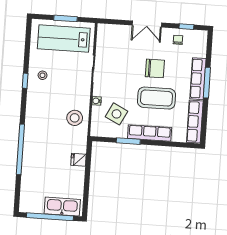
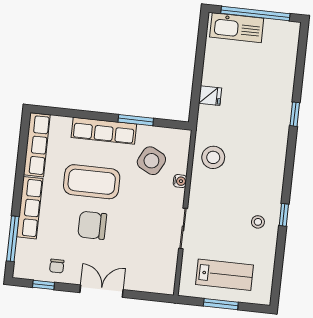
lab bench: (64, 39) -> (225, 275), width x0.73, depth x0.72
window: (207, 83) -> (13, 239), moved
window: (20, 149) -> (295, 114), width x0.32

